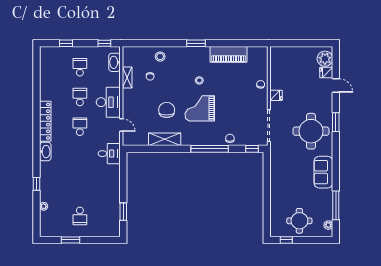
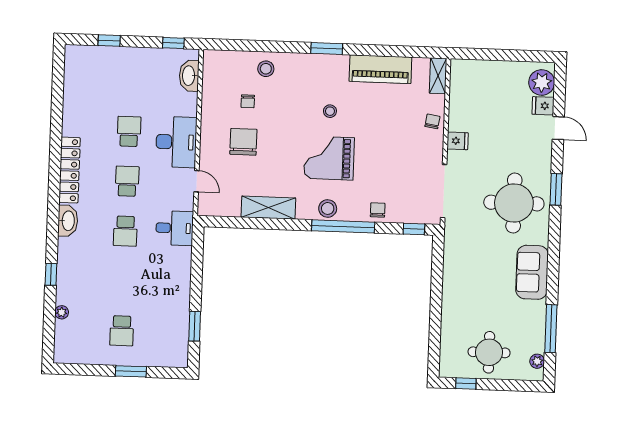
school desk: (80, 67) -> (125, 231), moved, turned 180
shelving: (127, 78) -> (438, 76), moved
chair: (167, 110) -> (243, 142), moved
stool: (200, 139) -> (328, 208), added
window: (70, 240) -> (131, 371), moved

